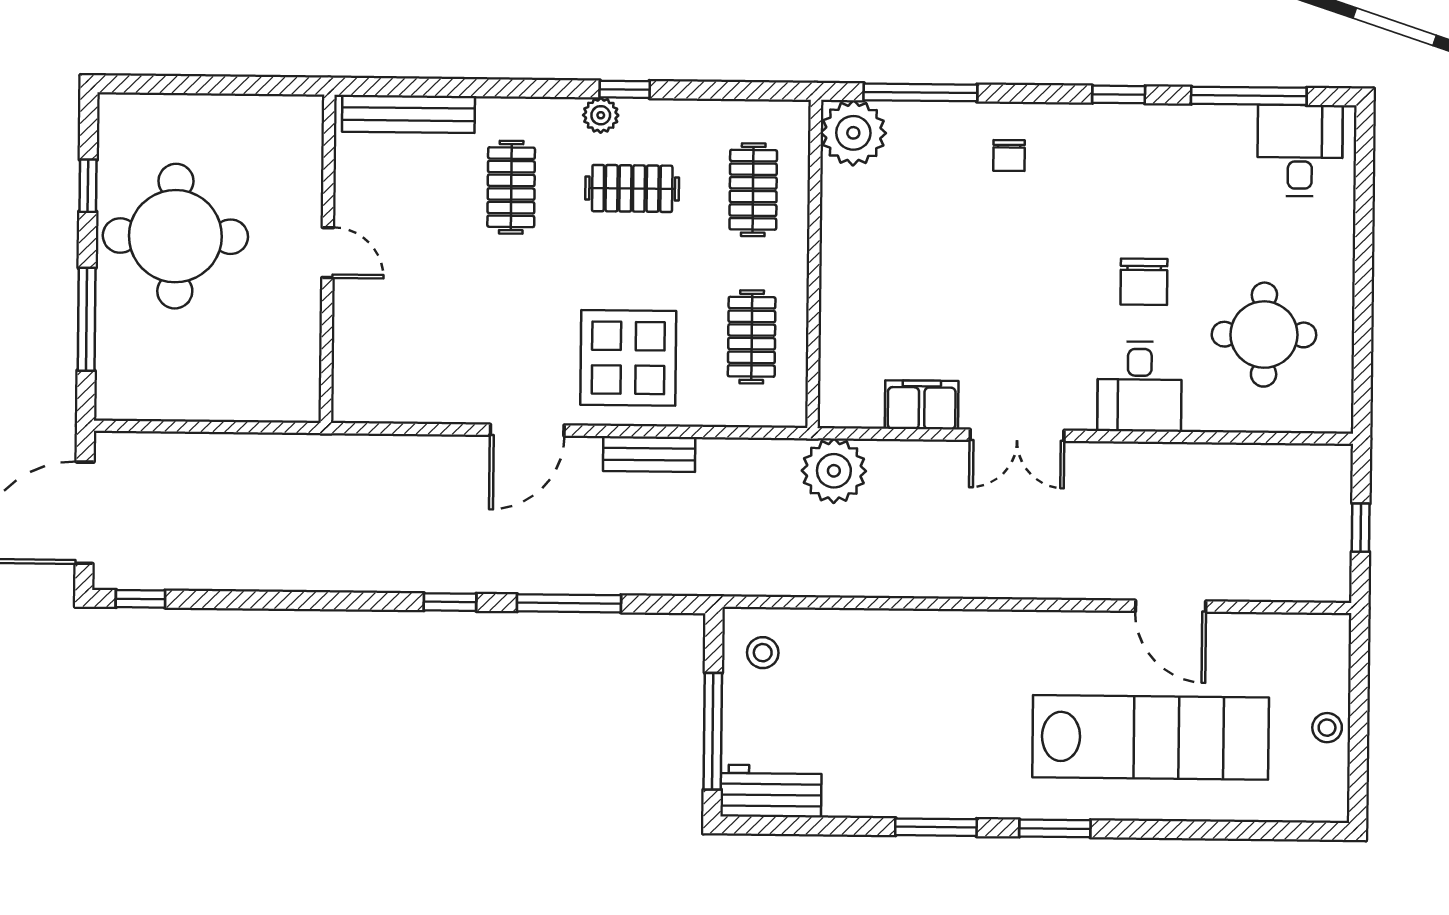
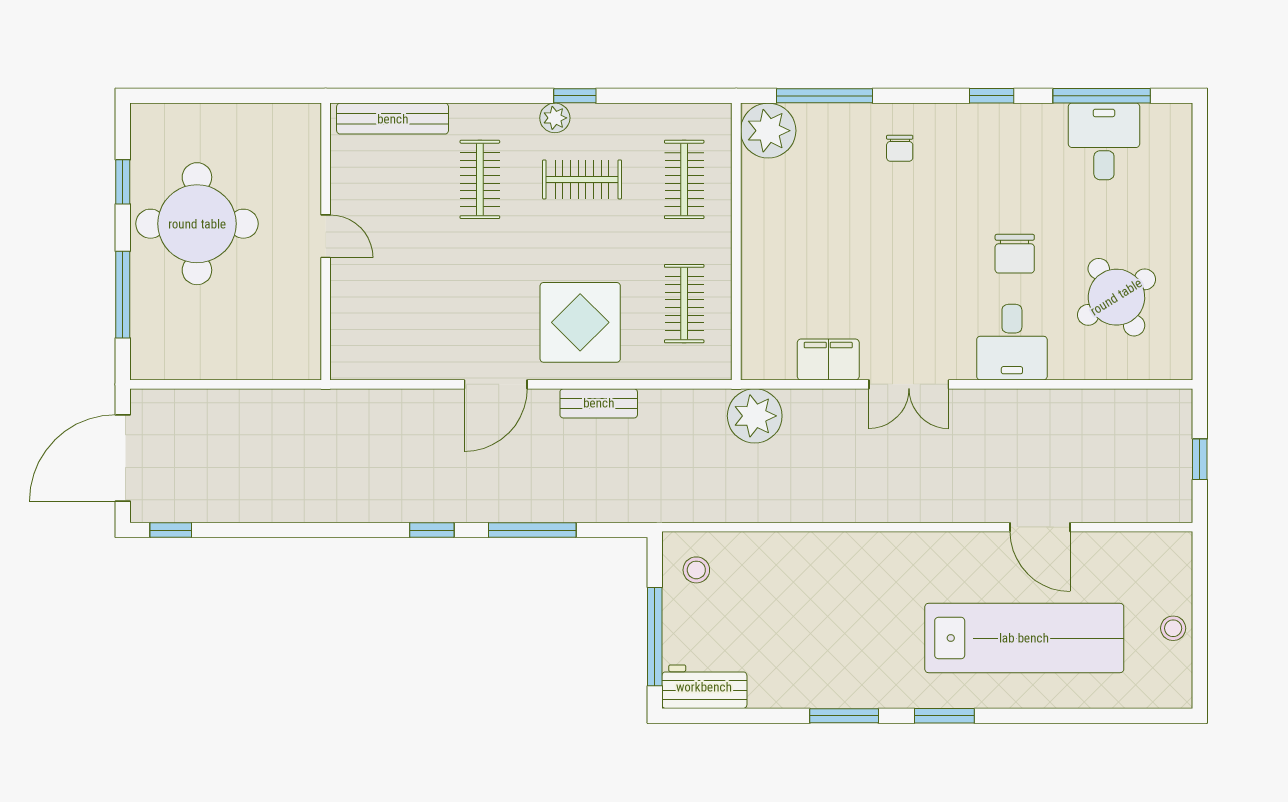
desk: (1300, 150) -> (1104, 141), moved
round table: (1264, 335) -> (1116, 297), turned -32

